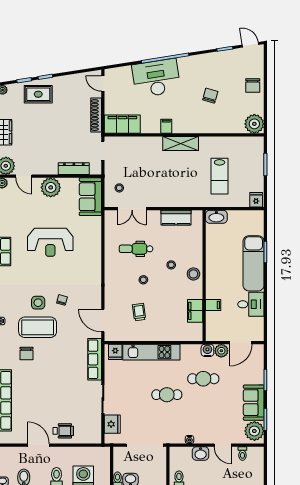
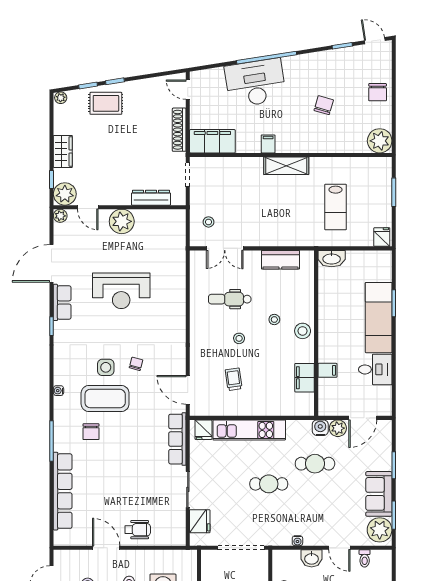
sofa: (90, 197) -> (172, 233), removed

